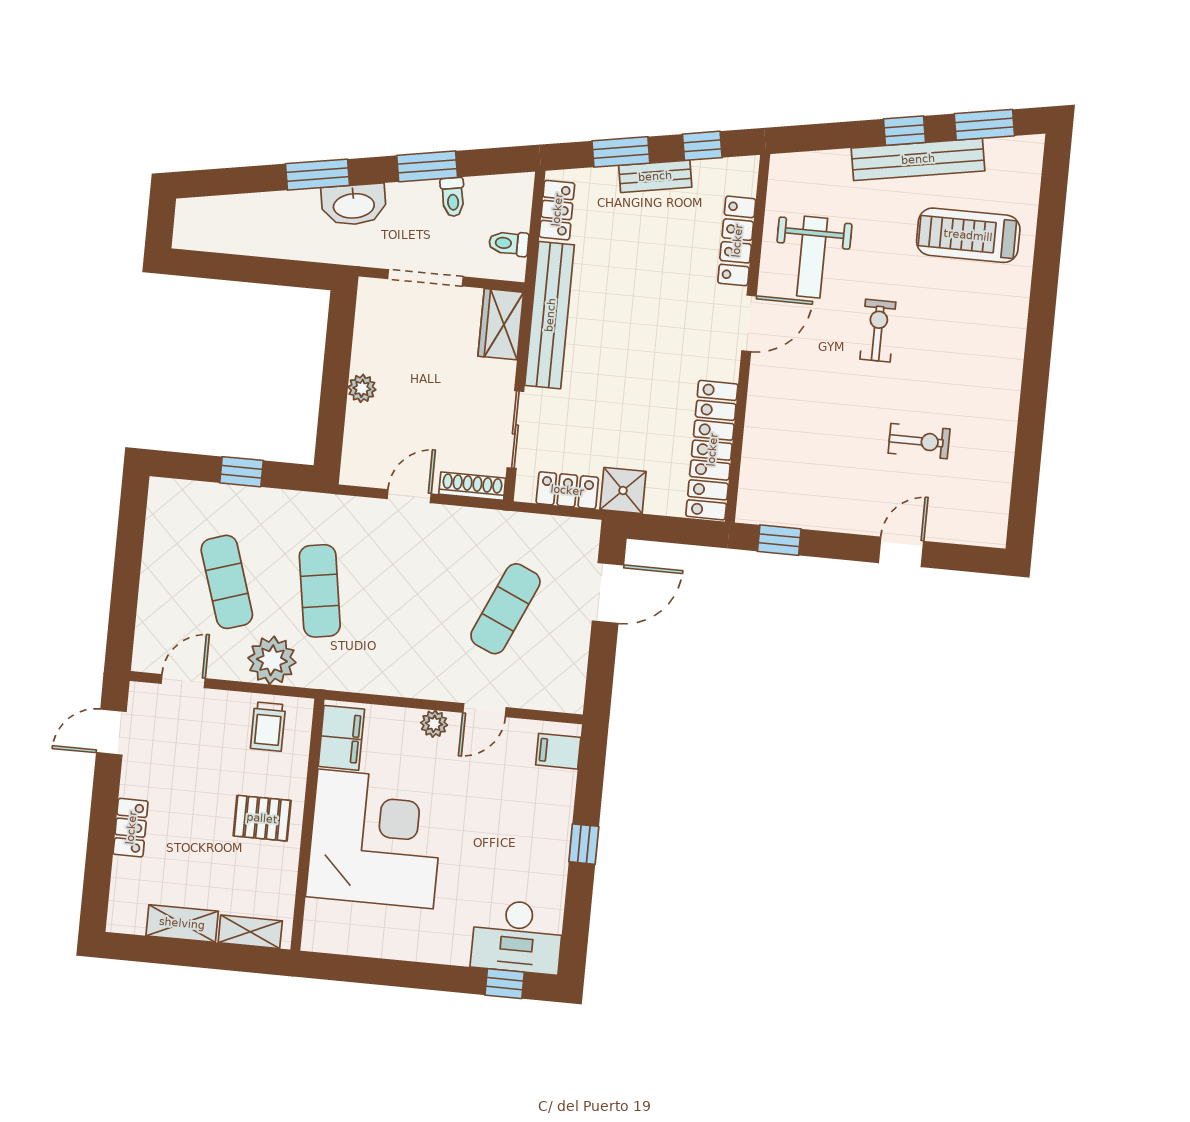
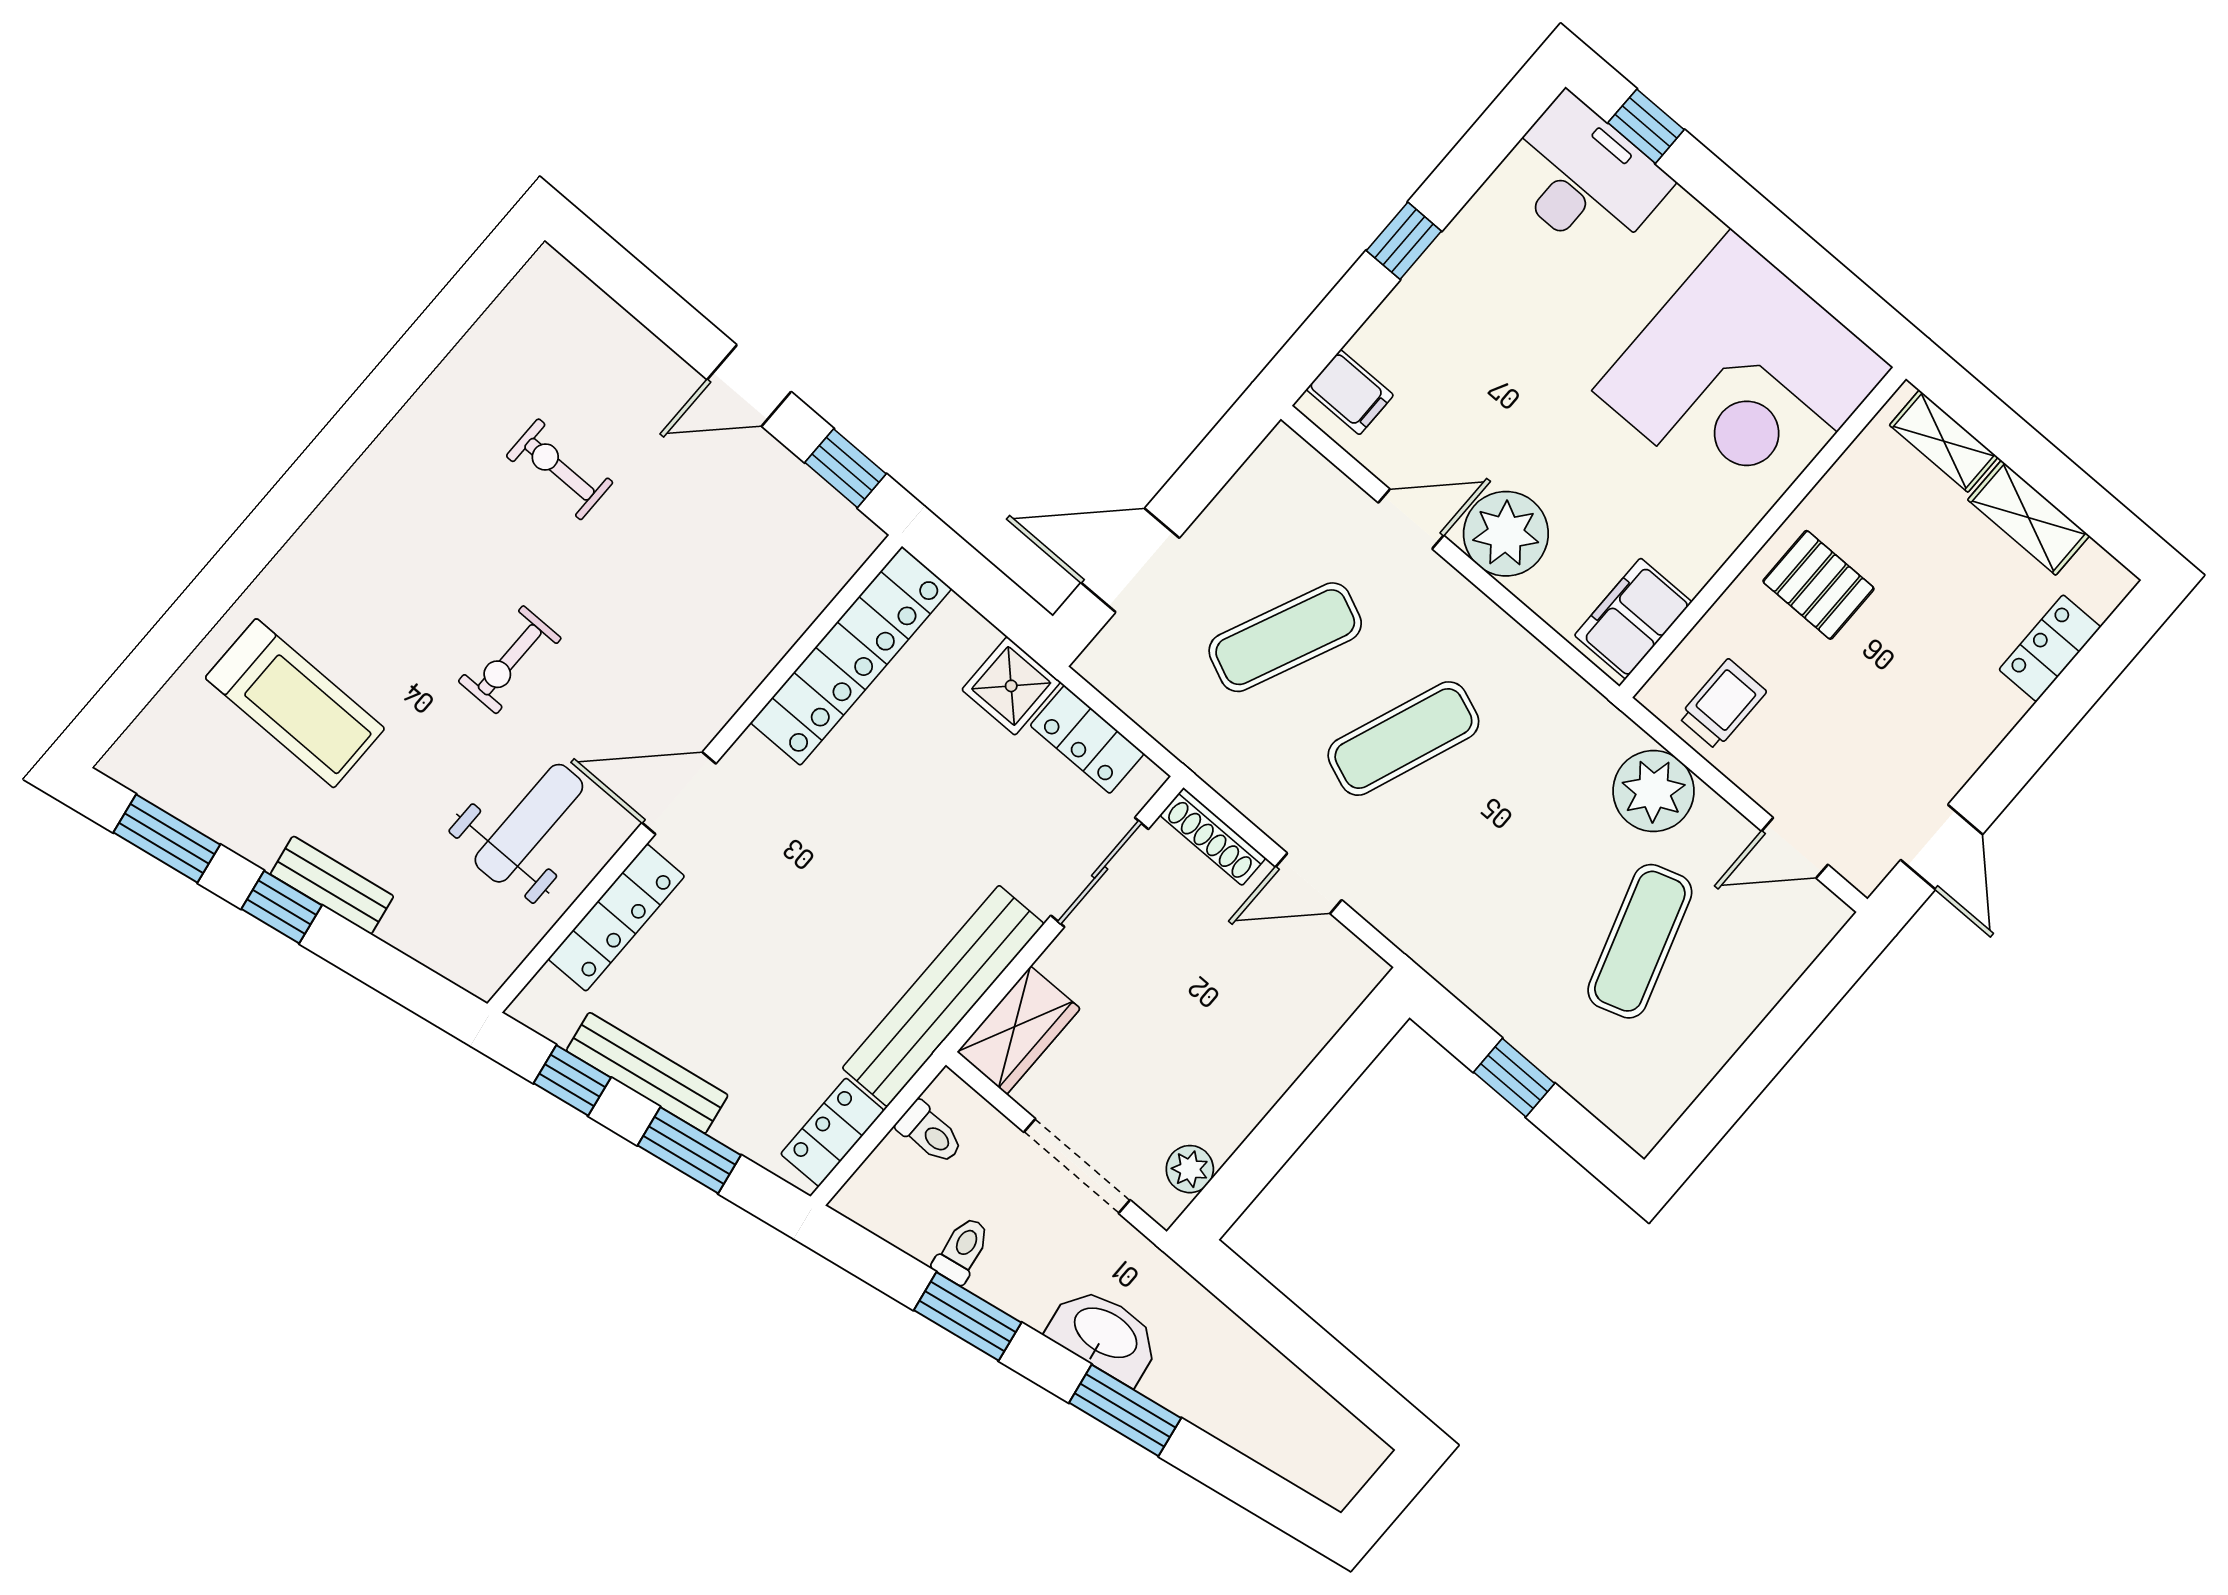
bench: (918, 159) -> (332, 885), width x0.54, depth x0.82
bench: (655, 176) -> (647, 1073), width x1.36
plant: (362, 388) -> (1190, 1169), moved
door: (901, 552) -> (749, 386), moved
exercise mat: (320, 591) -> (1403, 739), moved, turned 30
plant: (434, 724) -> (1506, 534), width x1.88, depth x1.88
door: (111, 732) -> (1942, 847), hinge flipped
locker: (131, 828) -> (2050, 648), moved
corner desk: (375, 839) -> (1742, 379), moved, turned -90

